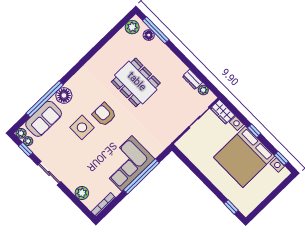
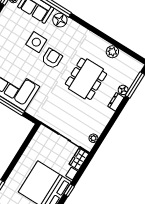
plant: (132, 27) -> (112, 52), moved
floor lamp: (149, 35) -> (123, 90), moved
dresser: (192, 79) -> (116, 102), moved

